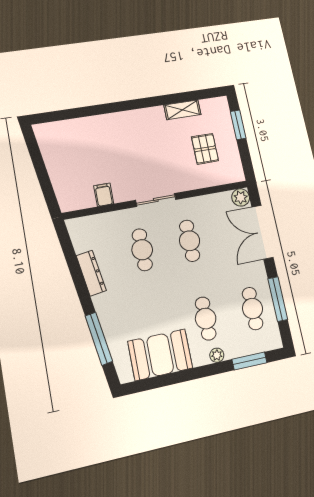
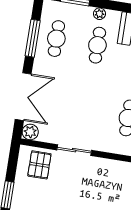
pallet: (205, 149) -> (39, 165), moved
sliding door: (156, 200) -> (74, 150), moved
cafe table: (190, 241) -> (87, 111), removed

